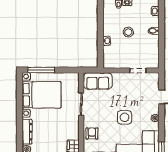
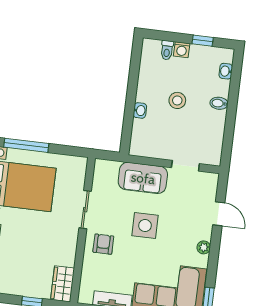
sofa: (98, 81) -> (143, 178), moved
side table: (124, 117) -> (145, 226), moved
armchair: (92, 133) -> (103, 244), moved

